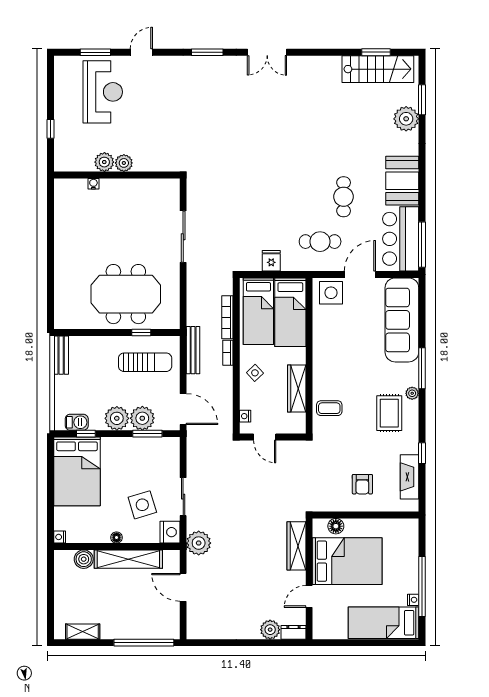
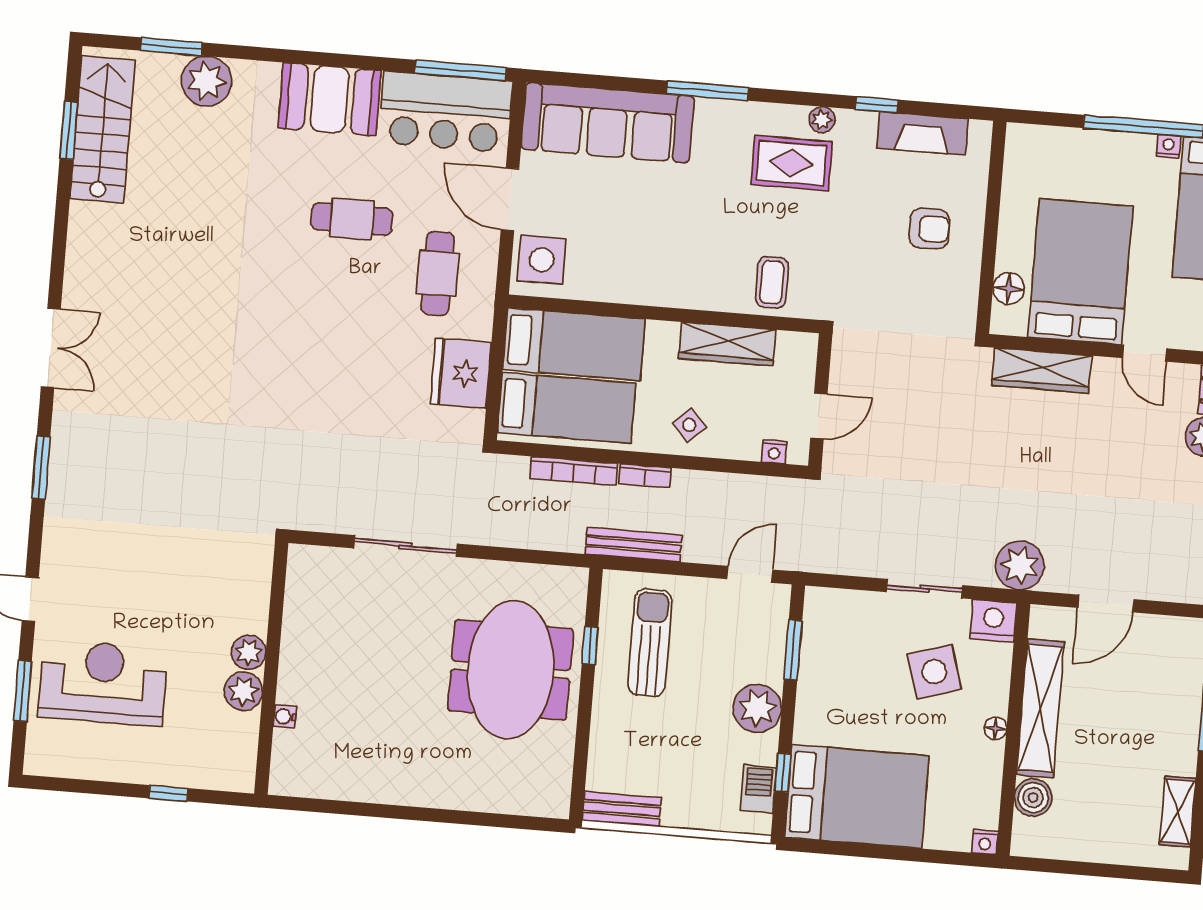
fridge: (271, 261) -> (461, 373), width x1.88, depth x1.34
plant: (412, 393) -> (822, 120), moved
door: (183, 409) -> (750, 574), width x0.73
plant: (142, 418) -> (761, 657), removed

